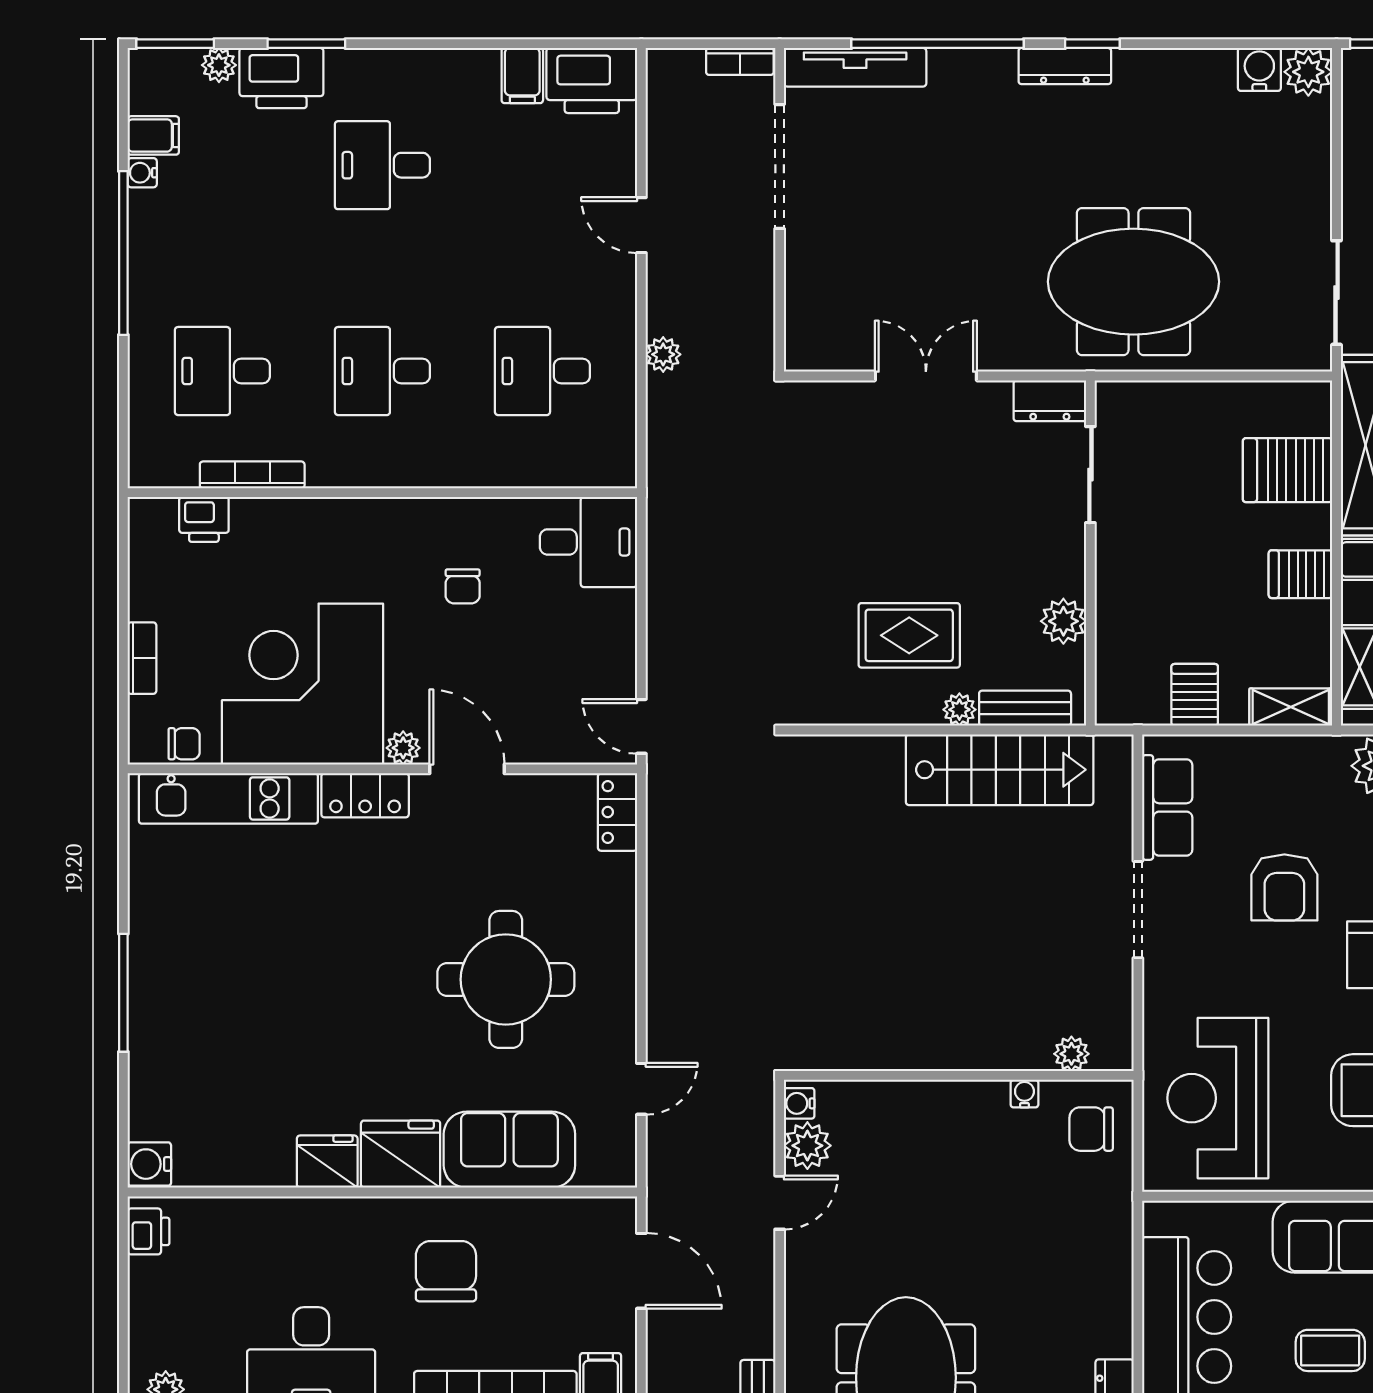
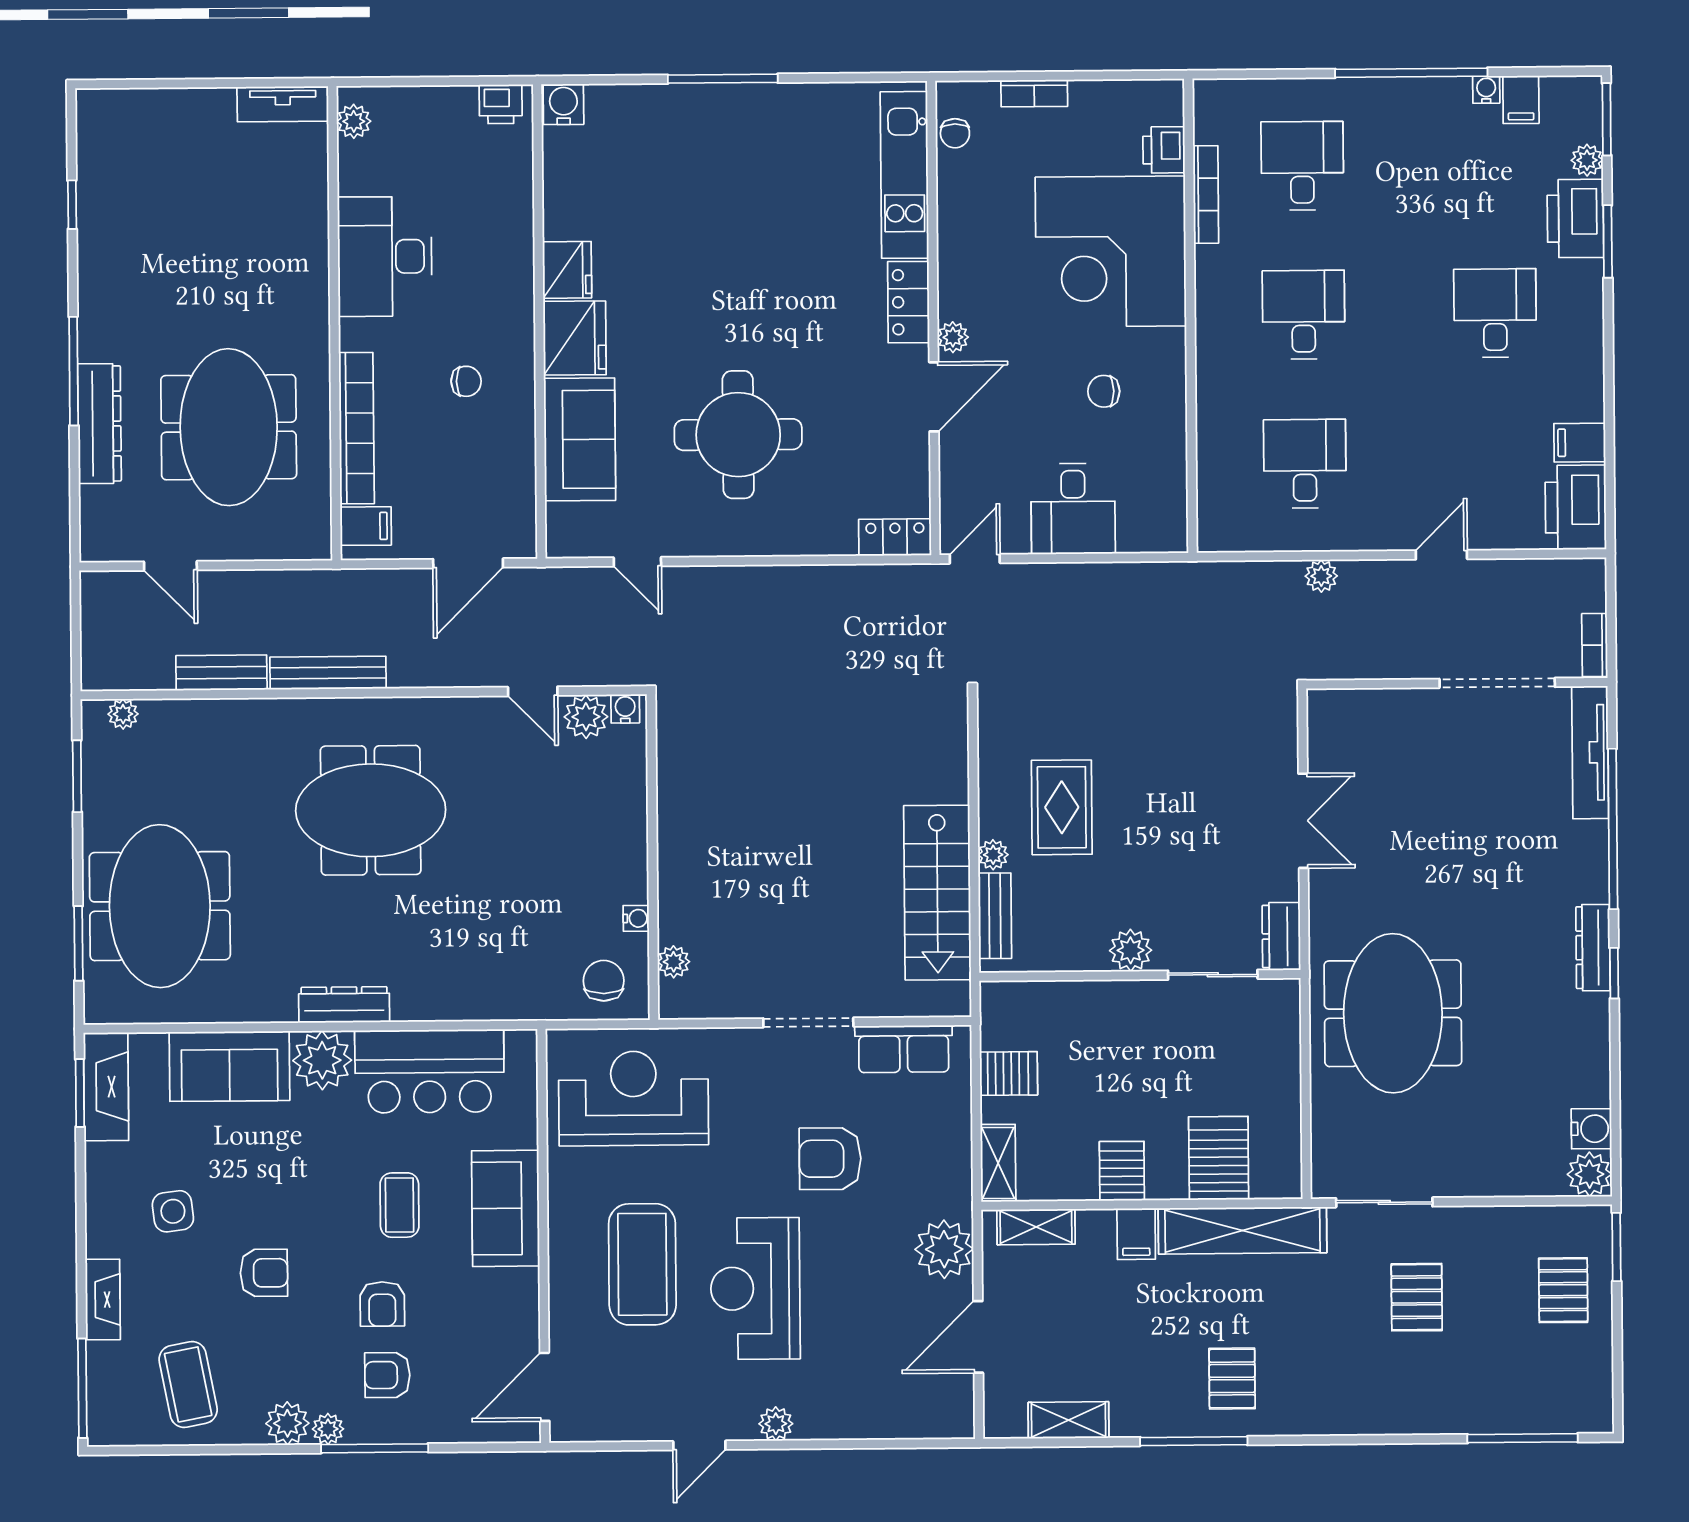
desk: (589, 542) -> (1073, 509), moved
plant: (1063, 621) -> (1131, 950), moved
corner desk: (302, 684) -> (1111, 252), moved, turned 180
chair: (446, 1271) -> (466, 381), width x0.54, depth x0.54

